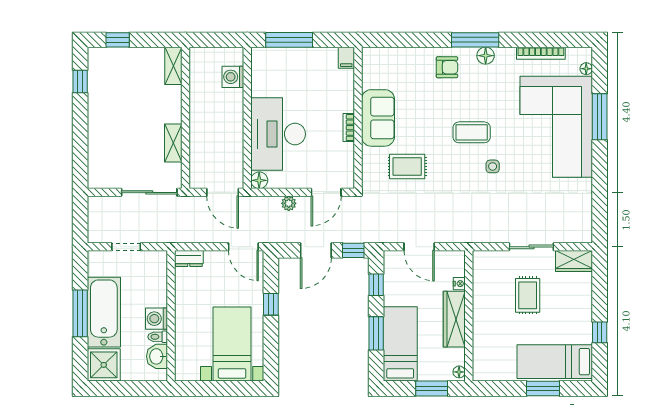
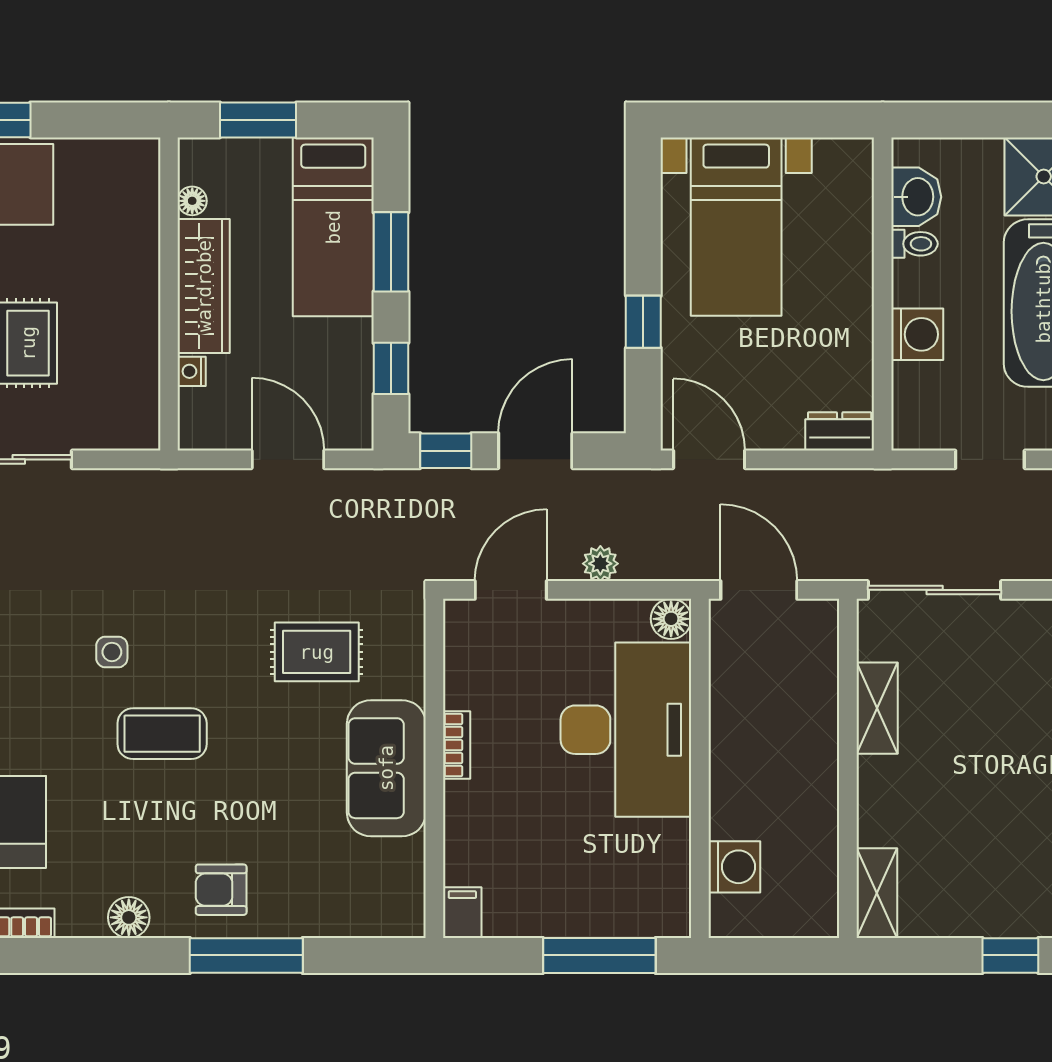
window: (475, 40) -> (246, 955), moved
washing machine: (156, 319) -> (917, 334), moved
floor lamp: (459, 372) -> (192, 201), moved

